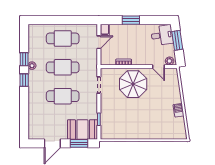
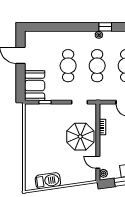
door: (159, 67) -> (98, 162), hinge flipped
window: (24, 80) -> (84, 27), removed
barbecue: (179, 110) -> (48, 181), width x1.88, depth x1.53
window: (79, 143) -> (21, 82), removed

